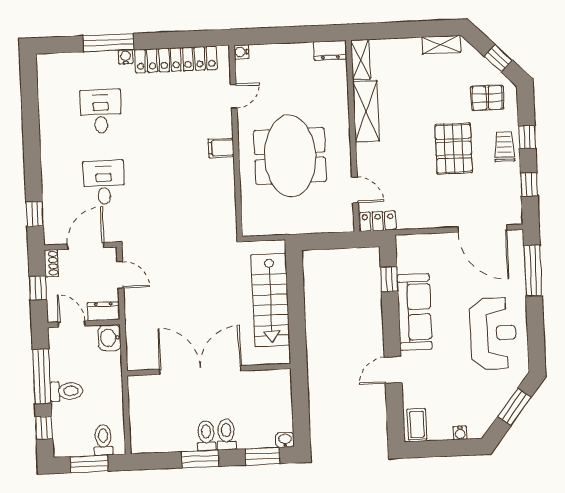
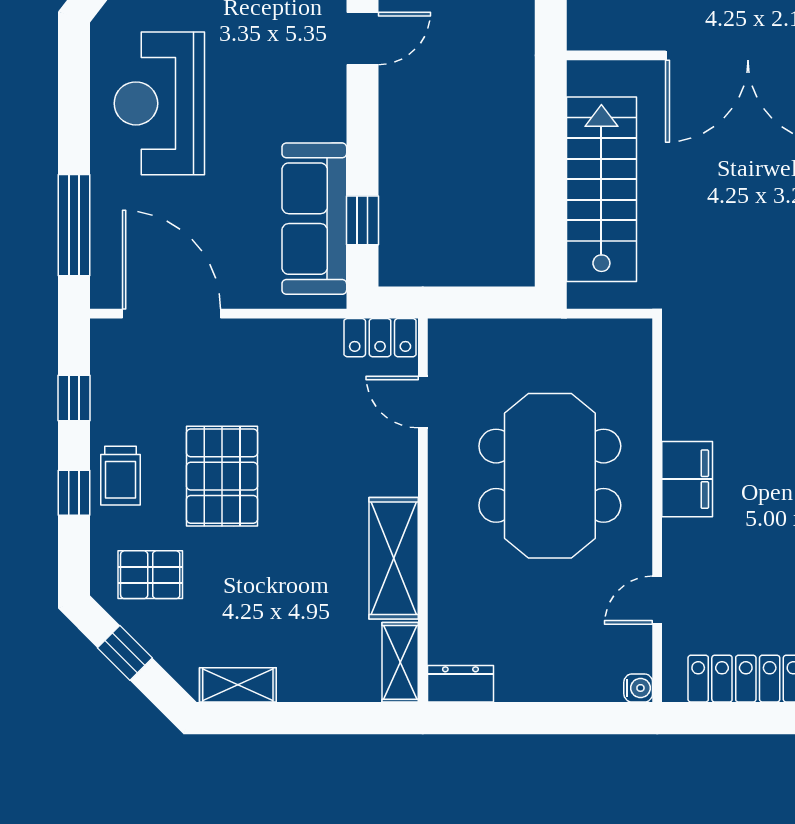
filing cabinet: (221, 148) -> (687, 479), width x2.00
sofa: (415, 312) -> (314, 219), moved

